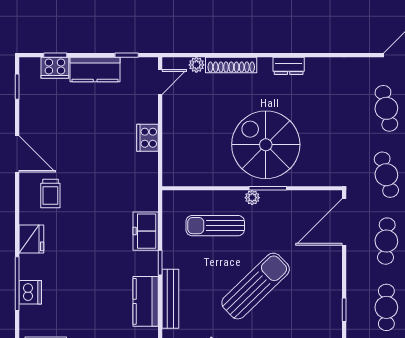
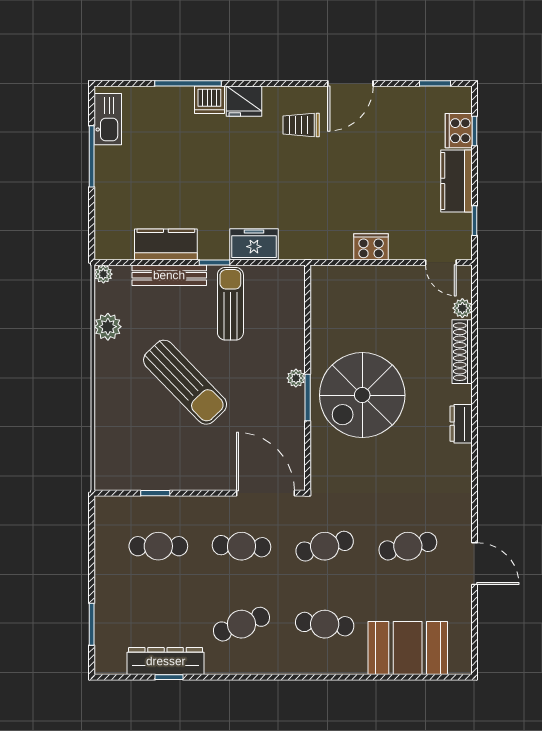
spiral stairs: (266, 145) -> (362, 395), turned 180
sun lounger: (215, 226) -> (230, 304), moved
dishwasher: (30, 292) -> (209, 100), moved

